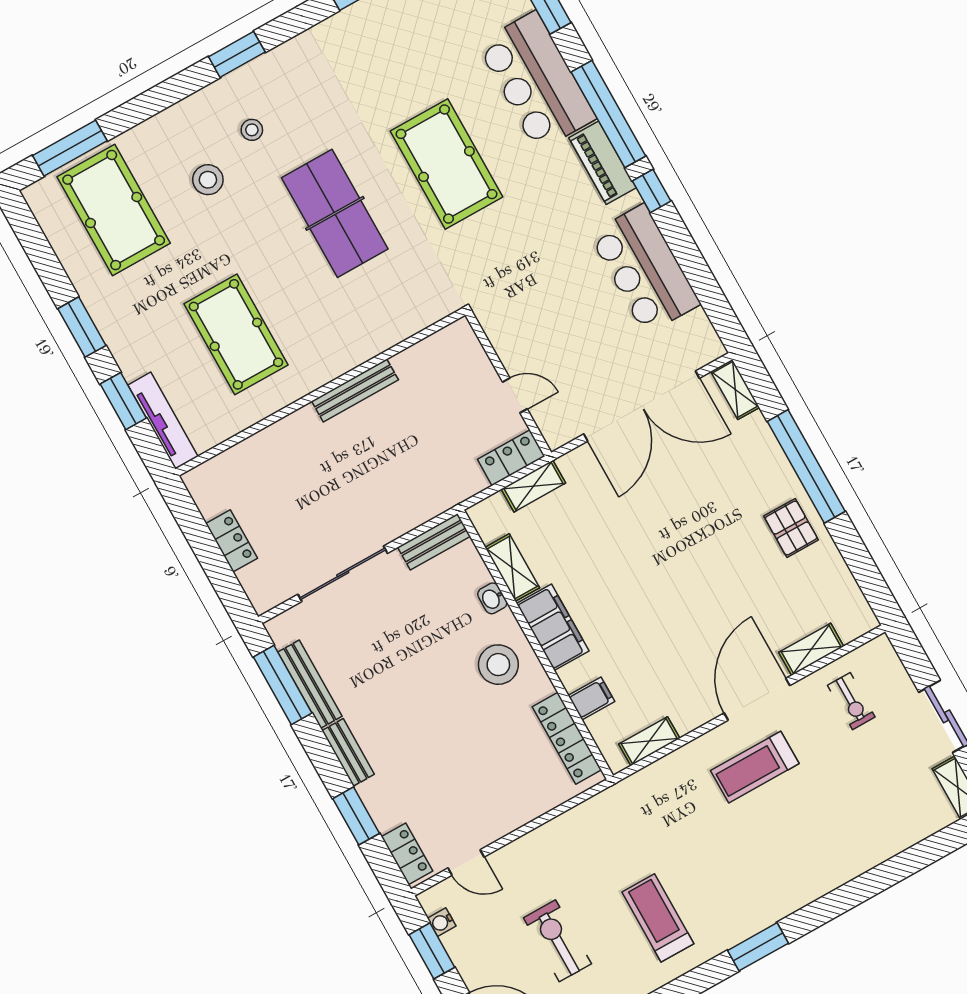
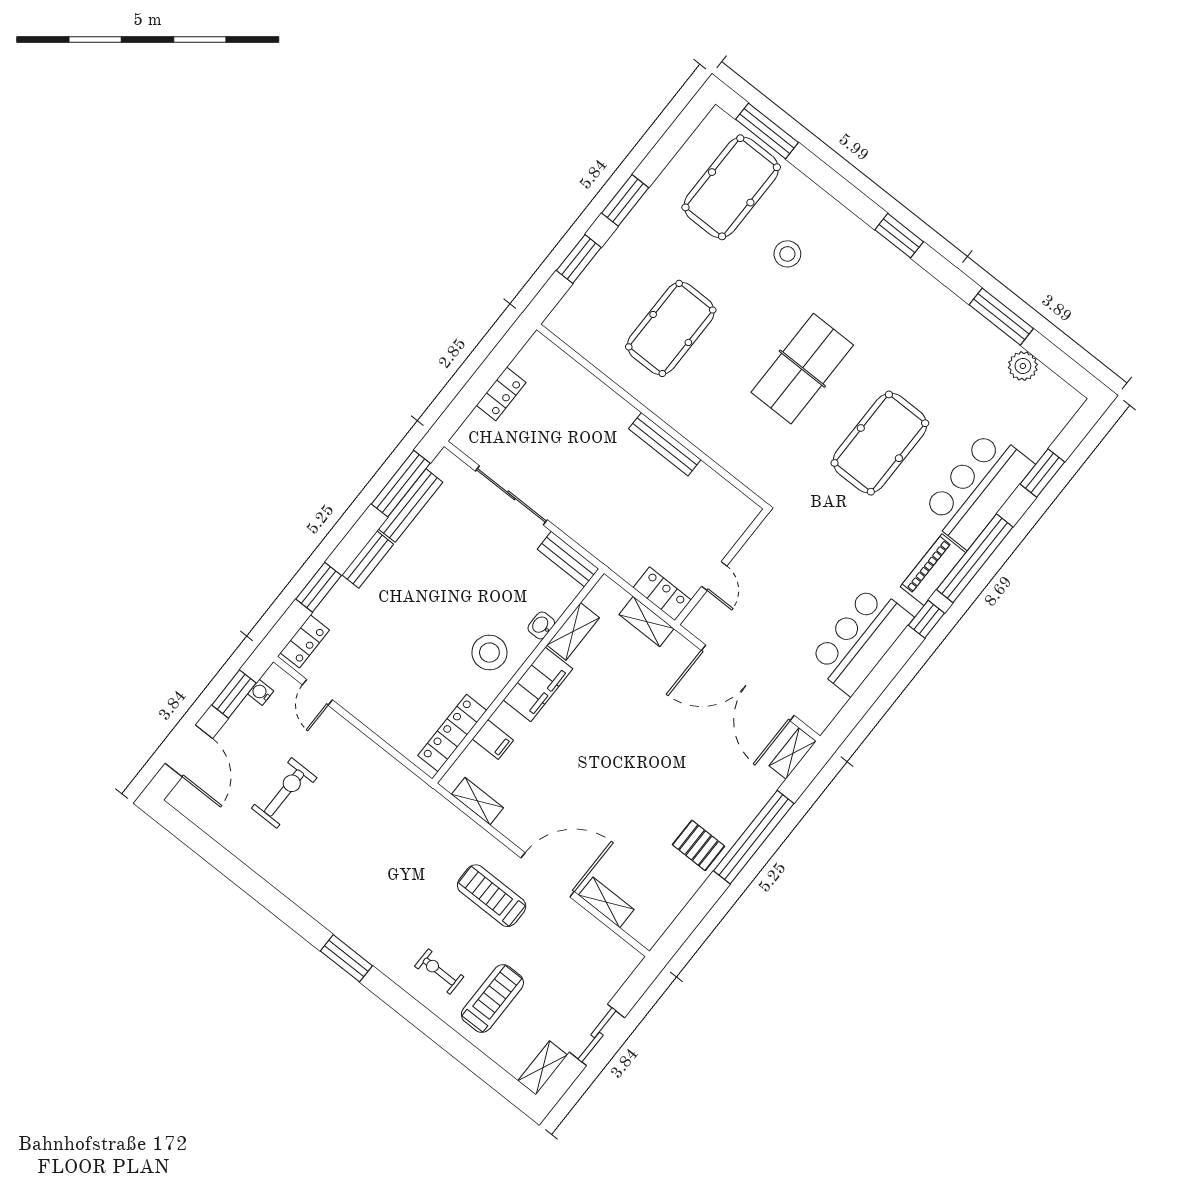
stool: (252, 130) -> (843, 273), removed
tv unit: (163, 421) -> (576, 298), removed
pallet: (791, 528) -> (698, 845), turned 90
exercise bike: (851, 701) -> (439, 971), moved, turned 90
treadmill: (658, 918) -> (492, 999), moved

